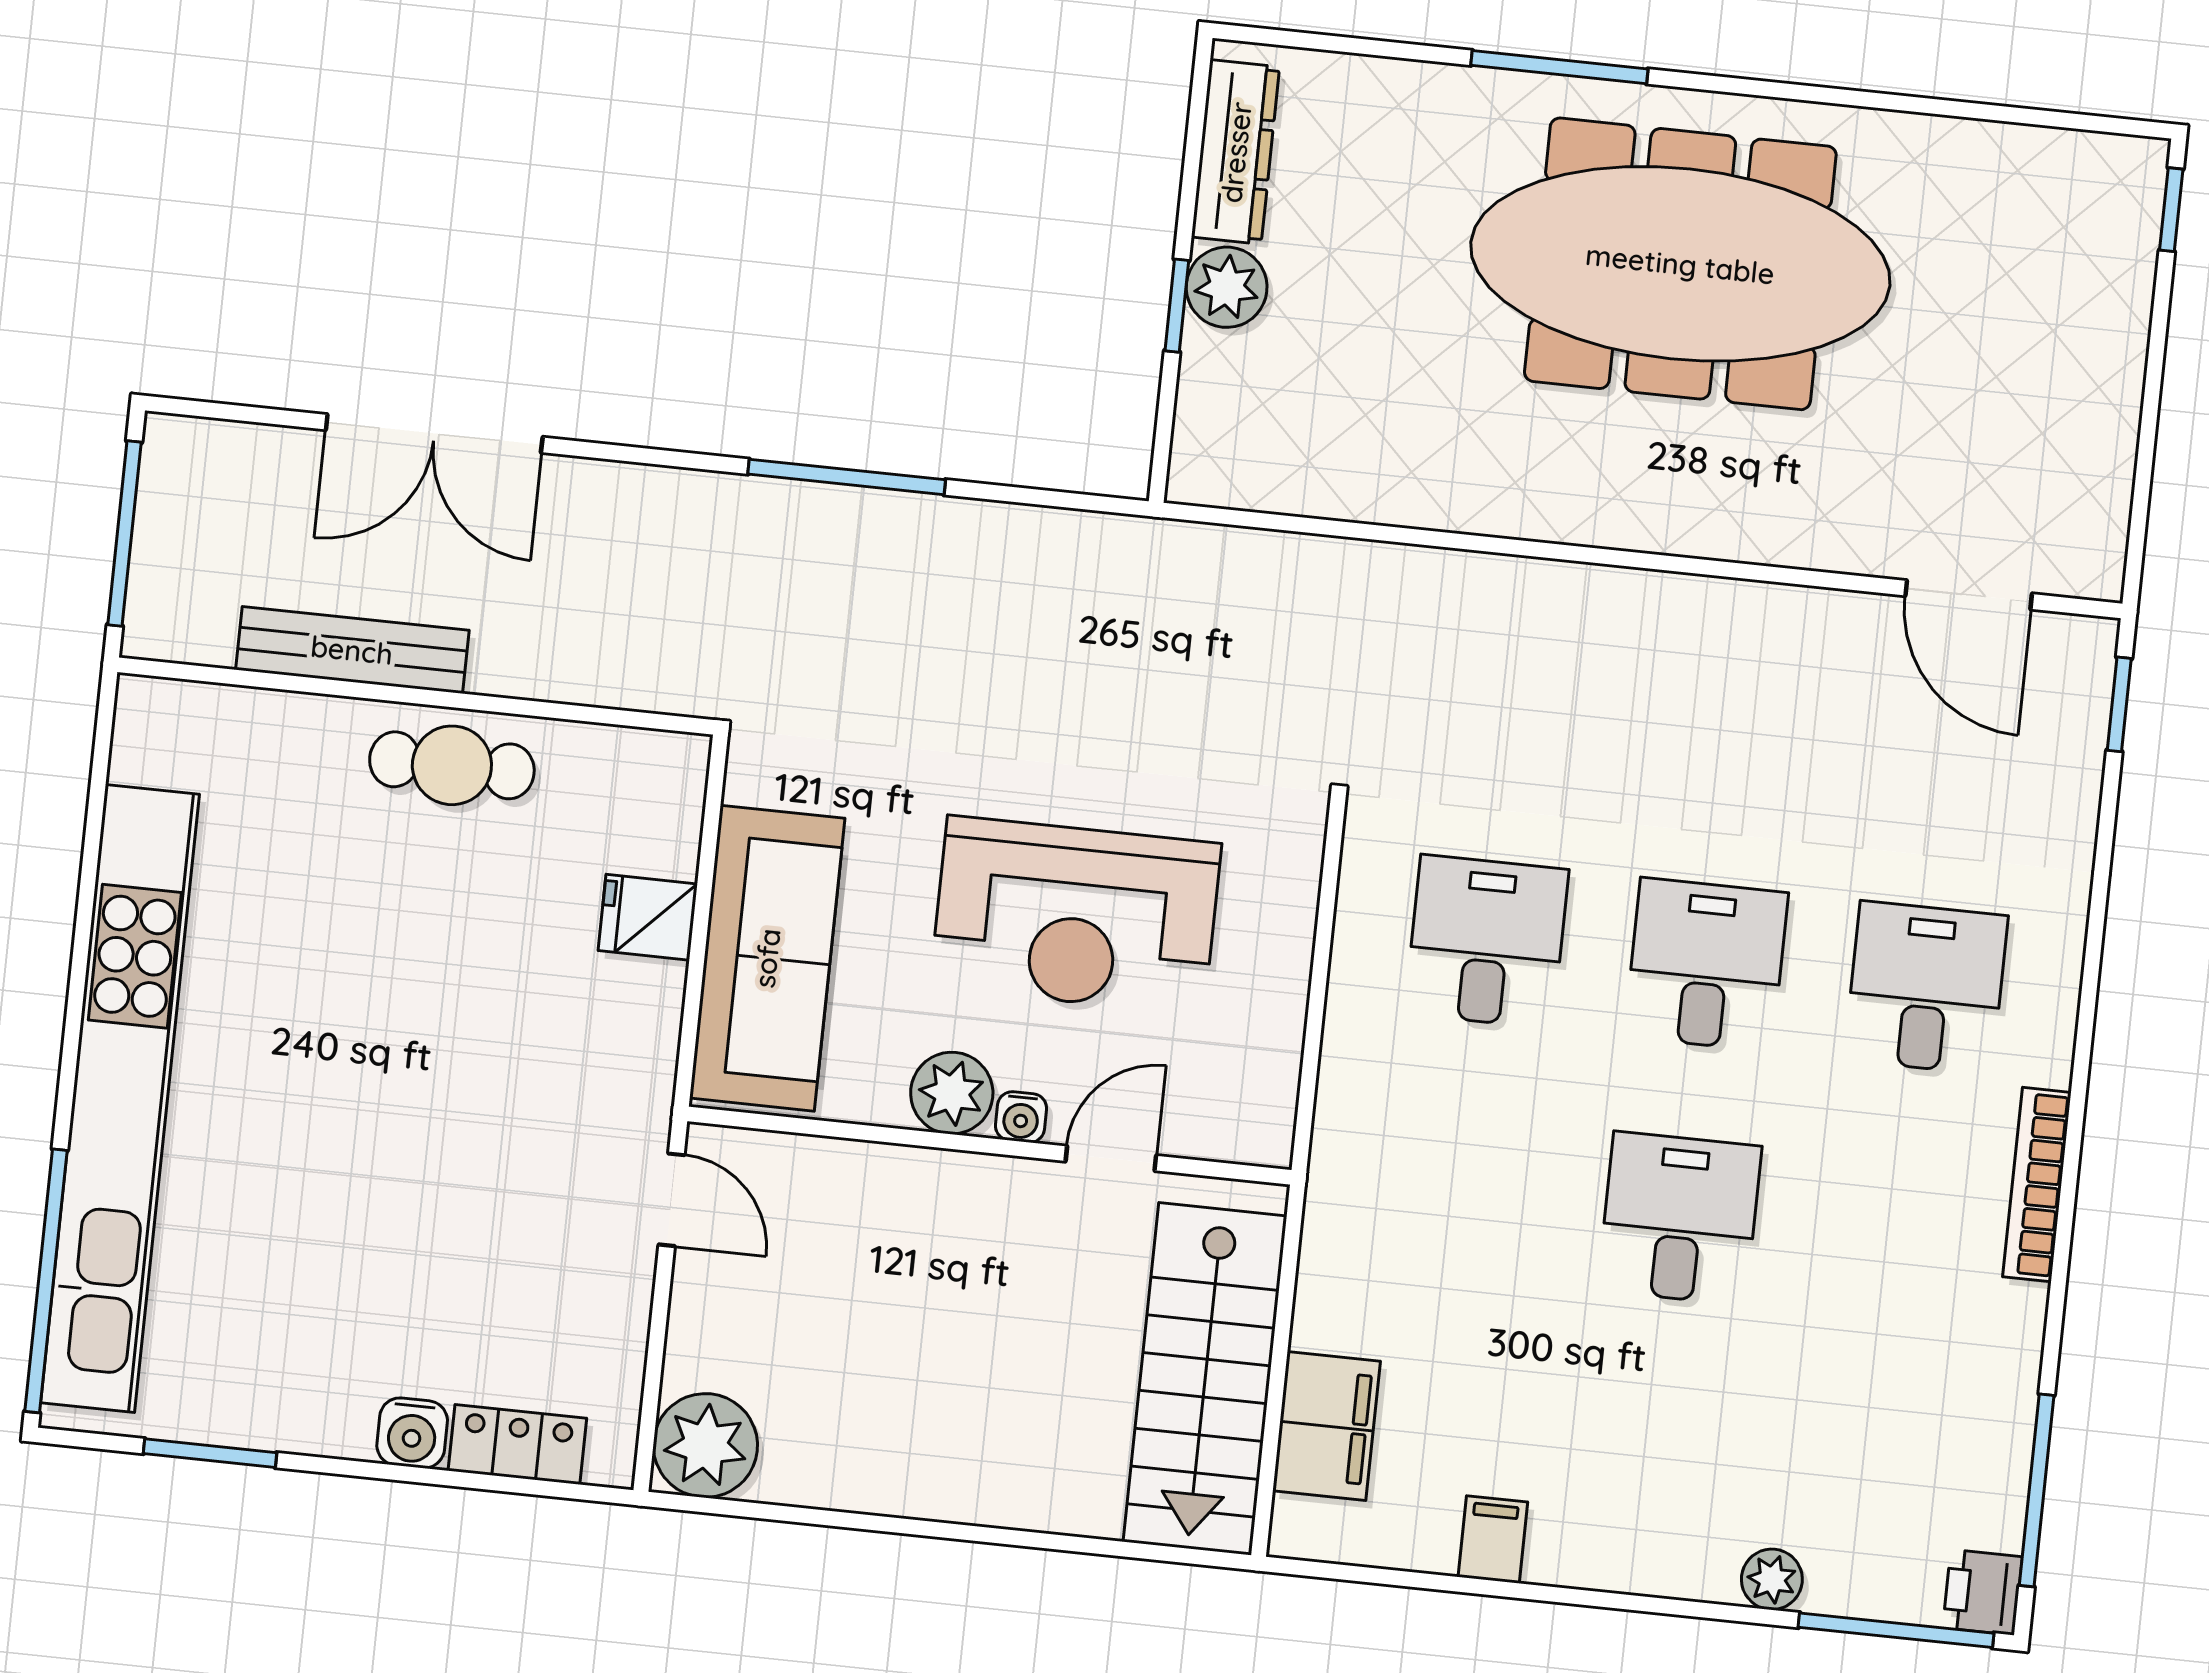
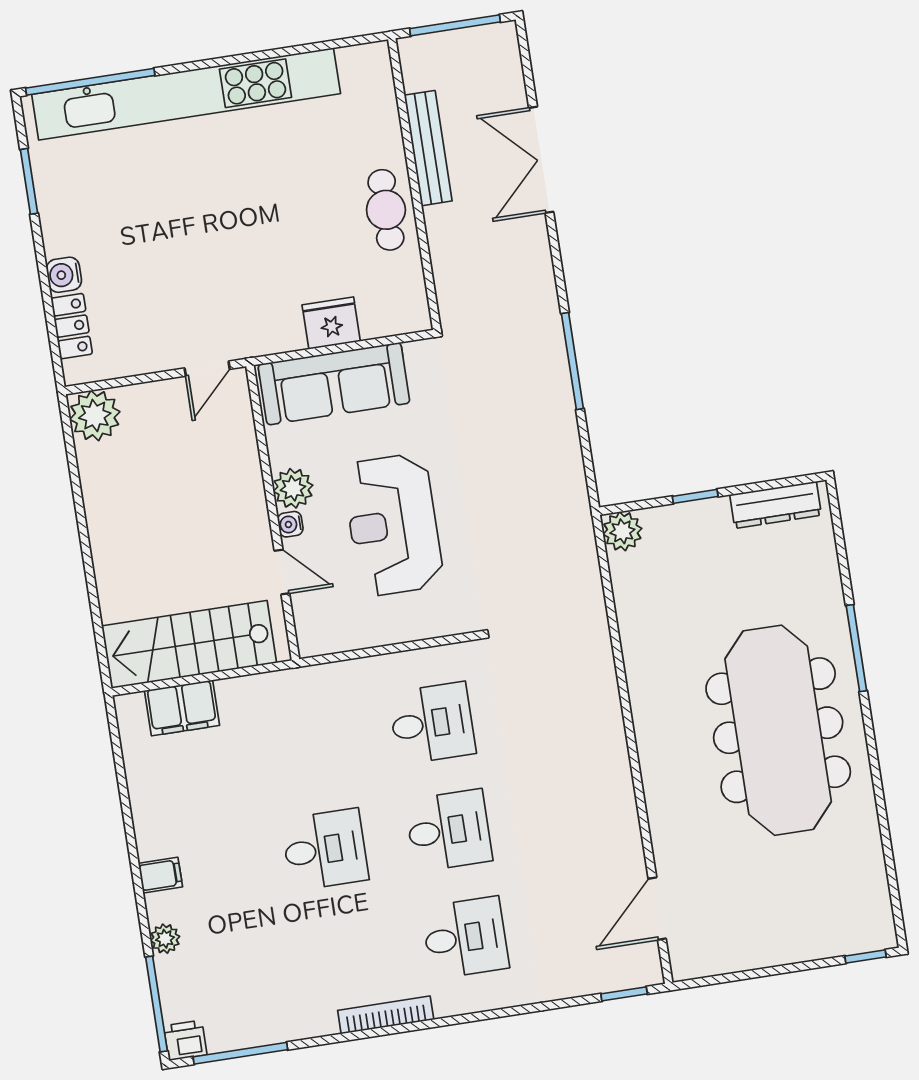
plant: (1227, 287) -> (622, 531), moved
fridge: (648, 917) -> (331, 323), width x1.38
filing cabinet: (1493, 1539) -> (160, 875), moved

